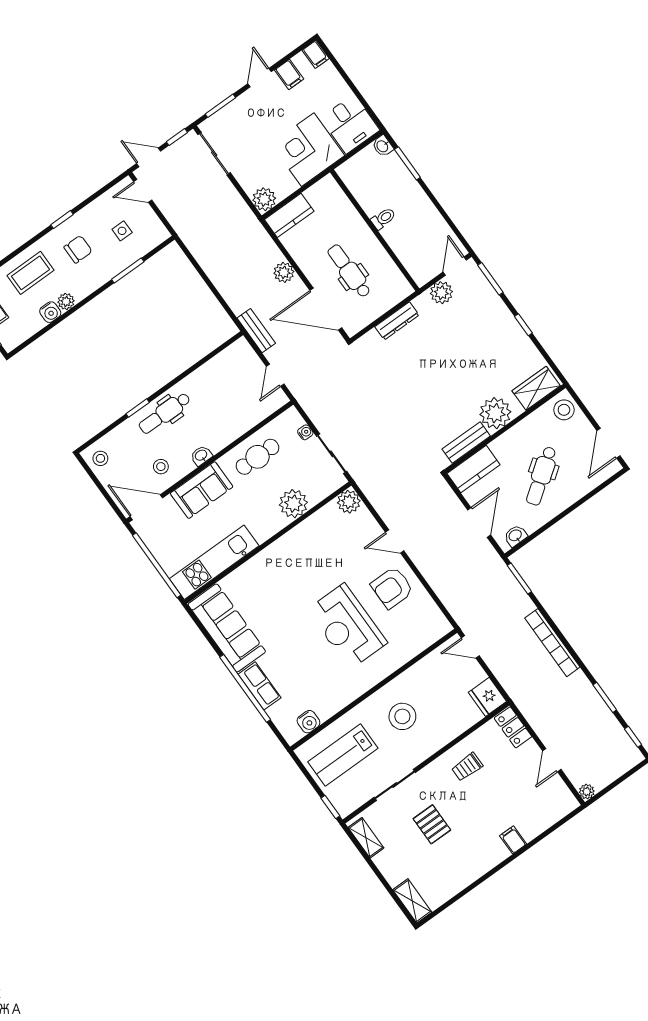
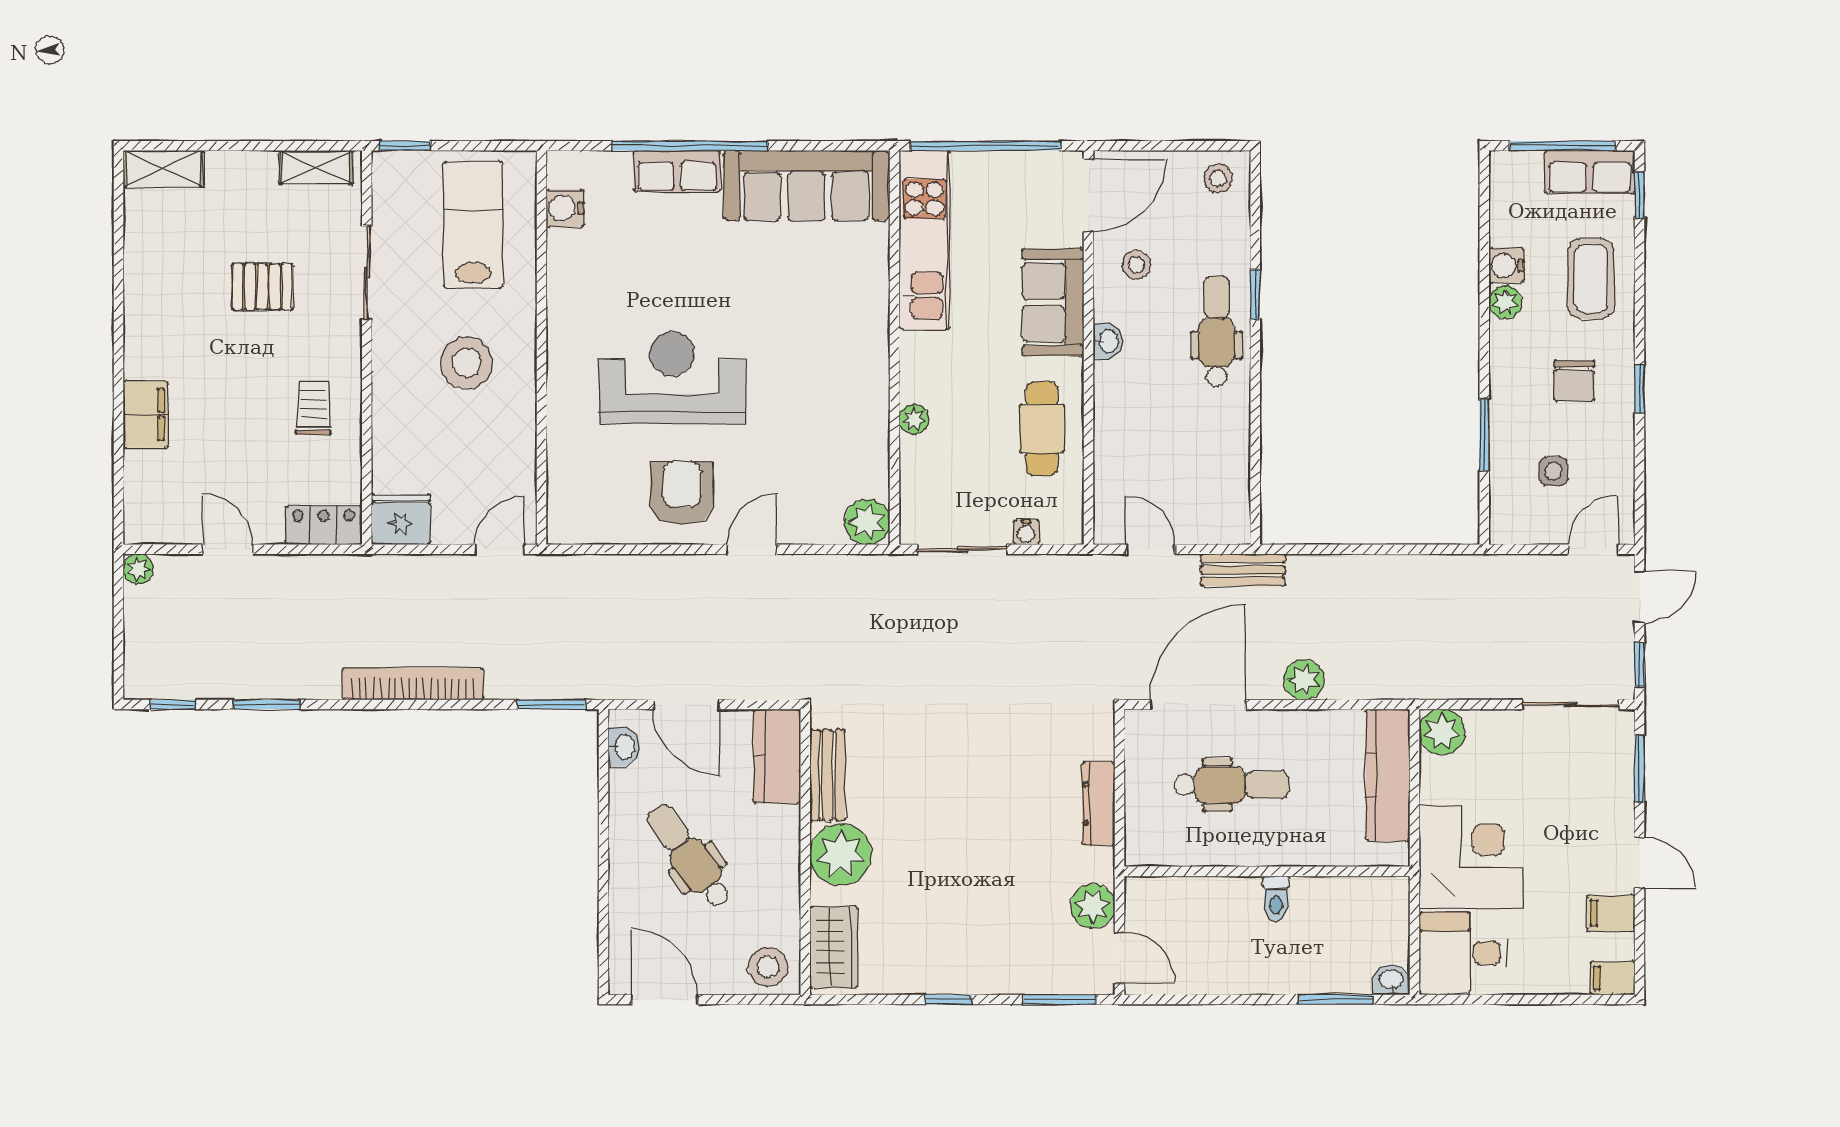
kitchen counter: (289, 215) -> (1388, 775), width x1.50
plant: (293, 504) -> (914, 419), width x0.53, depth x0.53
filing cabinet: (513, 840) -> (145, 414), width x2.00

